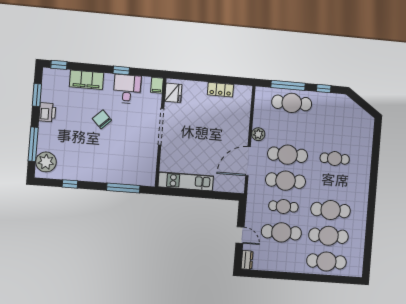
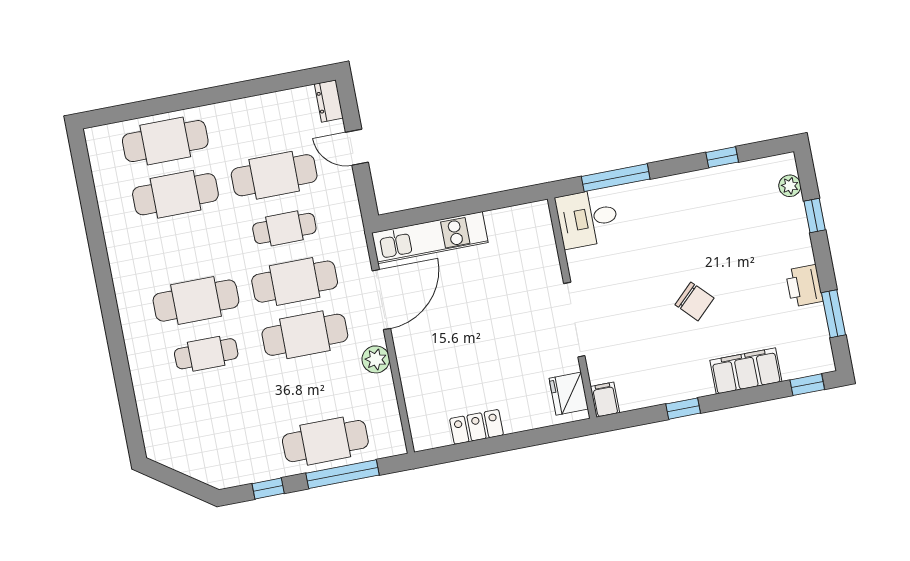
desk: (127, 89) -> (587, 218), moved, turned 90
window: (33, 144) -> (815, 216), width x0.46
plant: (46, 162) -> (790, 186), width x0.53, depth x0.53
kitchen unit: (186, 181) -> (430, 238), moved
cafe table: (331, 210) -> (196, 301), moved

